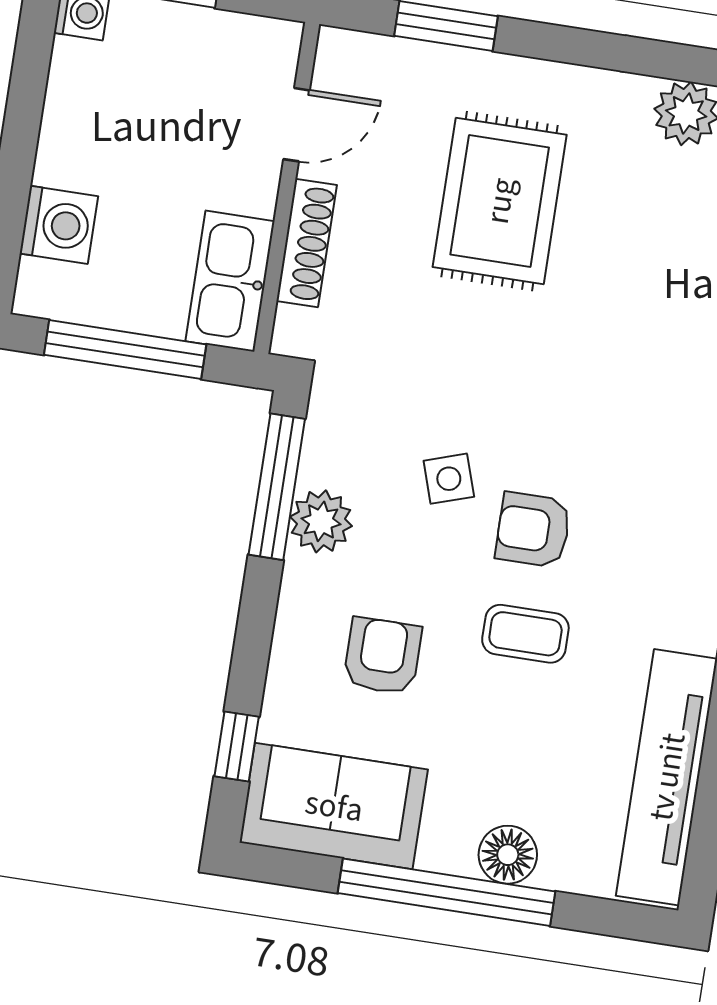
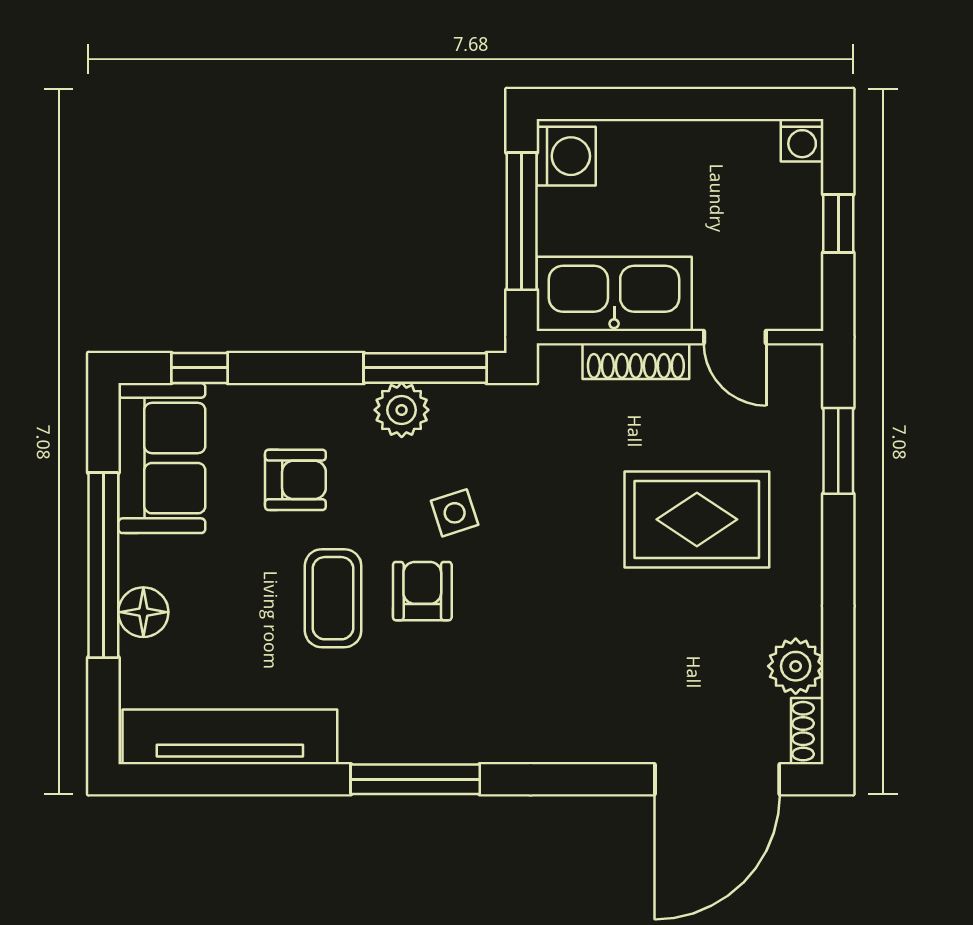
washing machine: (59, 225) -> (566, 156), moved, turned -90
kitchen sink: (230, 281) -> (614, 294), width x1.36, depth x1.24
coffee table: (525, 634) -> (333, 598), width x1.36, depth x1.30

